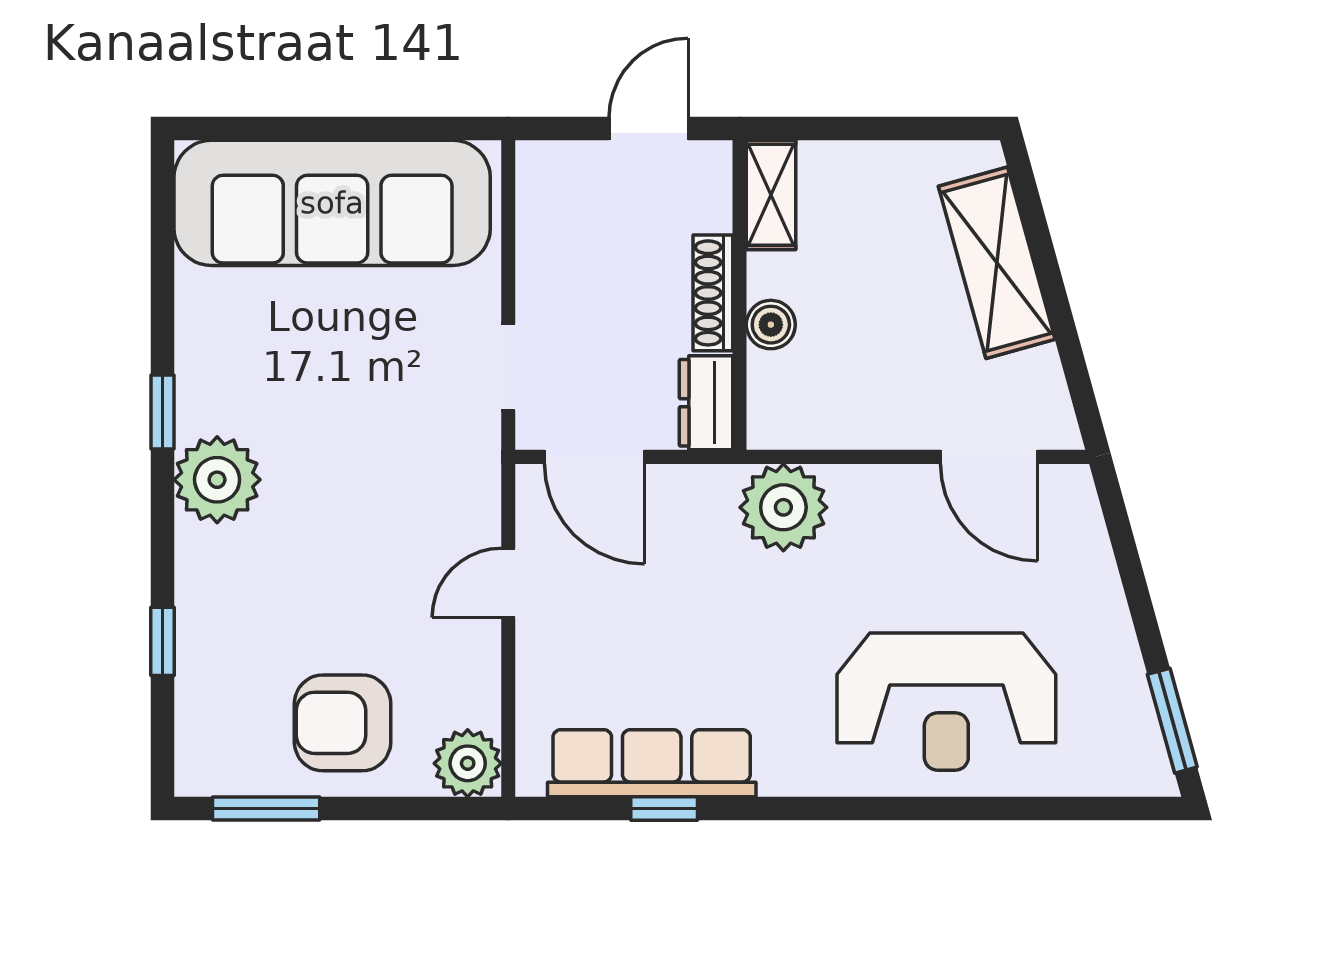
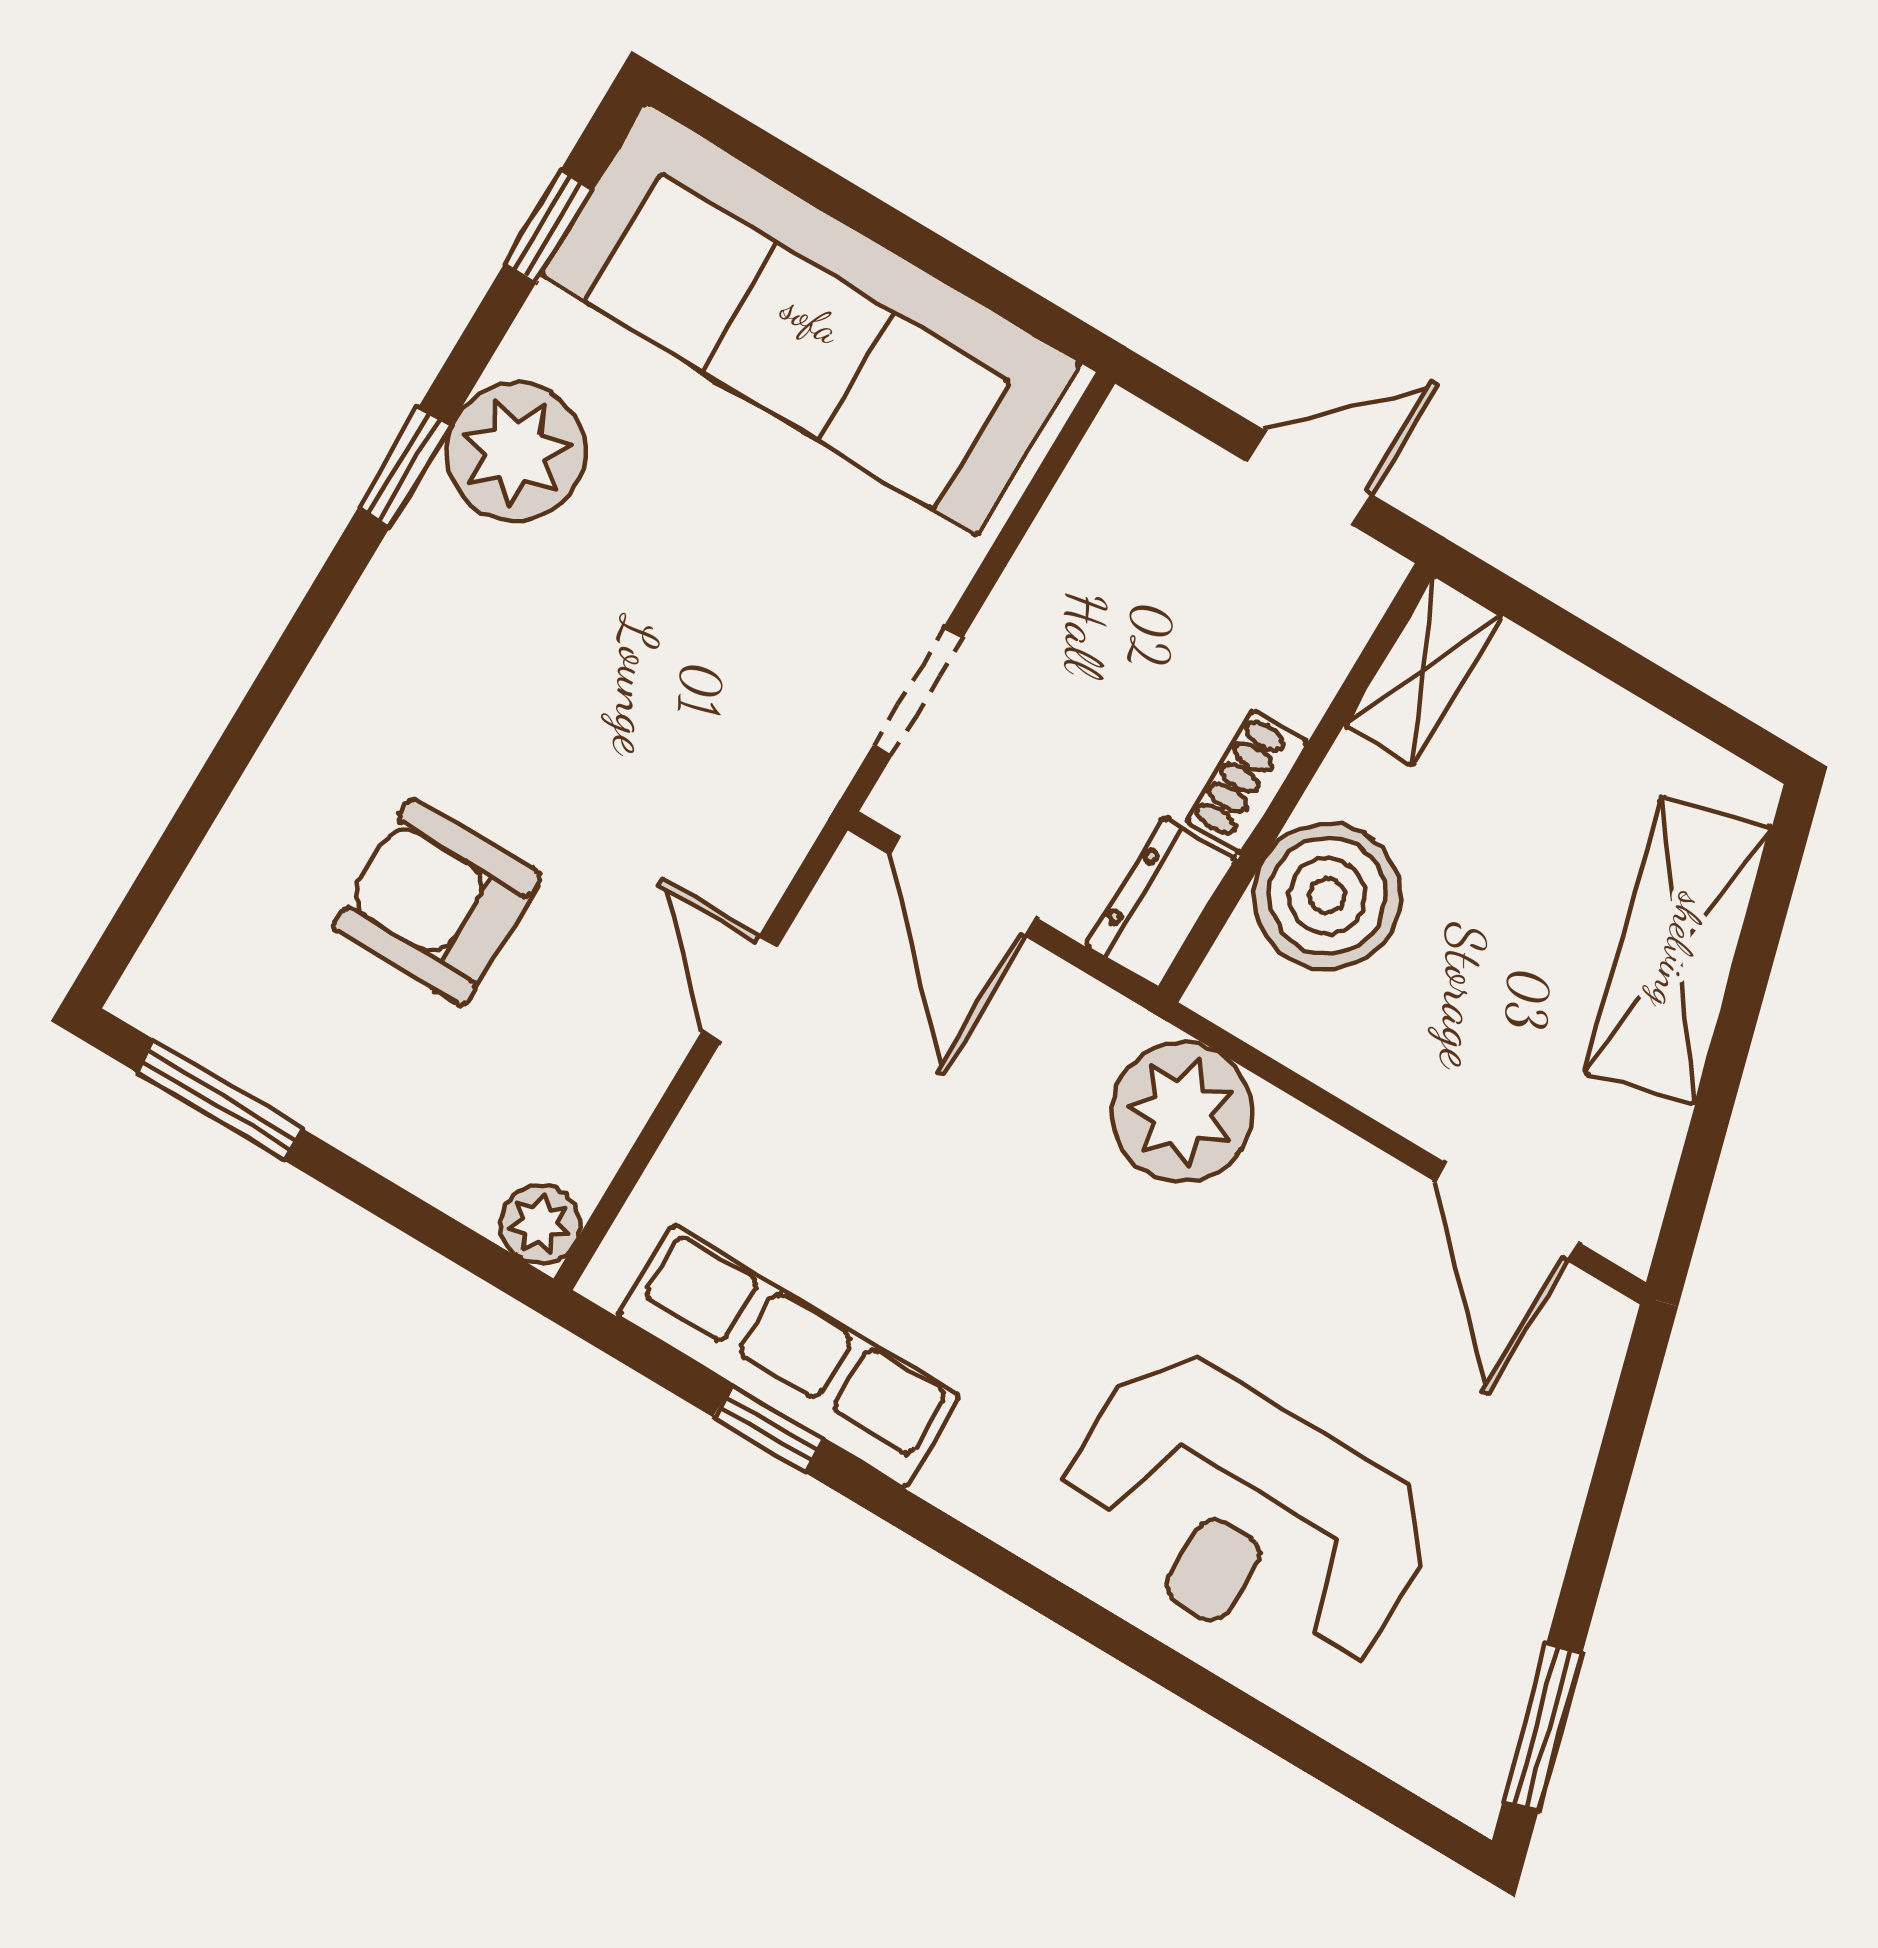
shoe rack: (713, 293) -> (1247, 782), width x0.70
boiler: (771, 325) -> (1327, 896), width x1.86, depth x1.86
plant: (217, 480) -> (516, 452), moved
door: (508, 583) -> (740, 989), hinge flipped
window: (162, 641) -> (548, 226), moved
armchair: (343, 723) -> (437, 902), moved
plant: (468, 763) -> (540, 1225), width x0.73, depth x0.73

